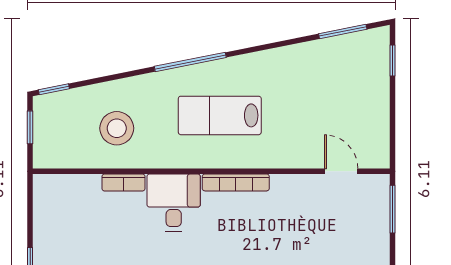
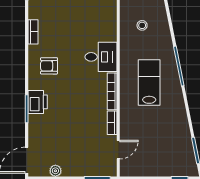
stool: (117, 128) -> (142, 25), width x0.53, depth x0.53
bookcase: (123, 182) -> (112, 123), moved

